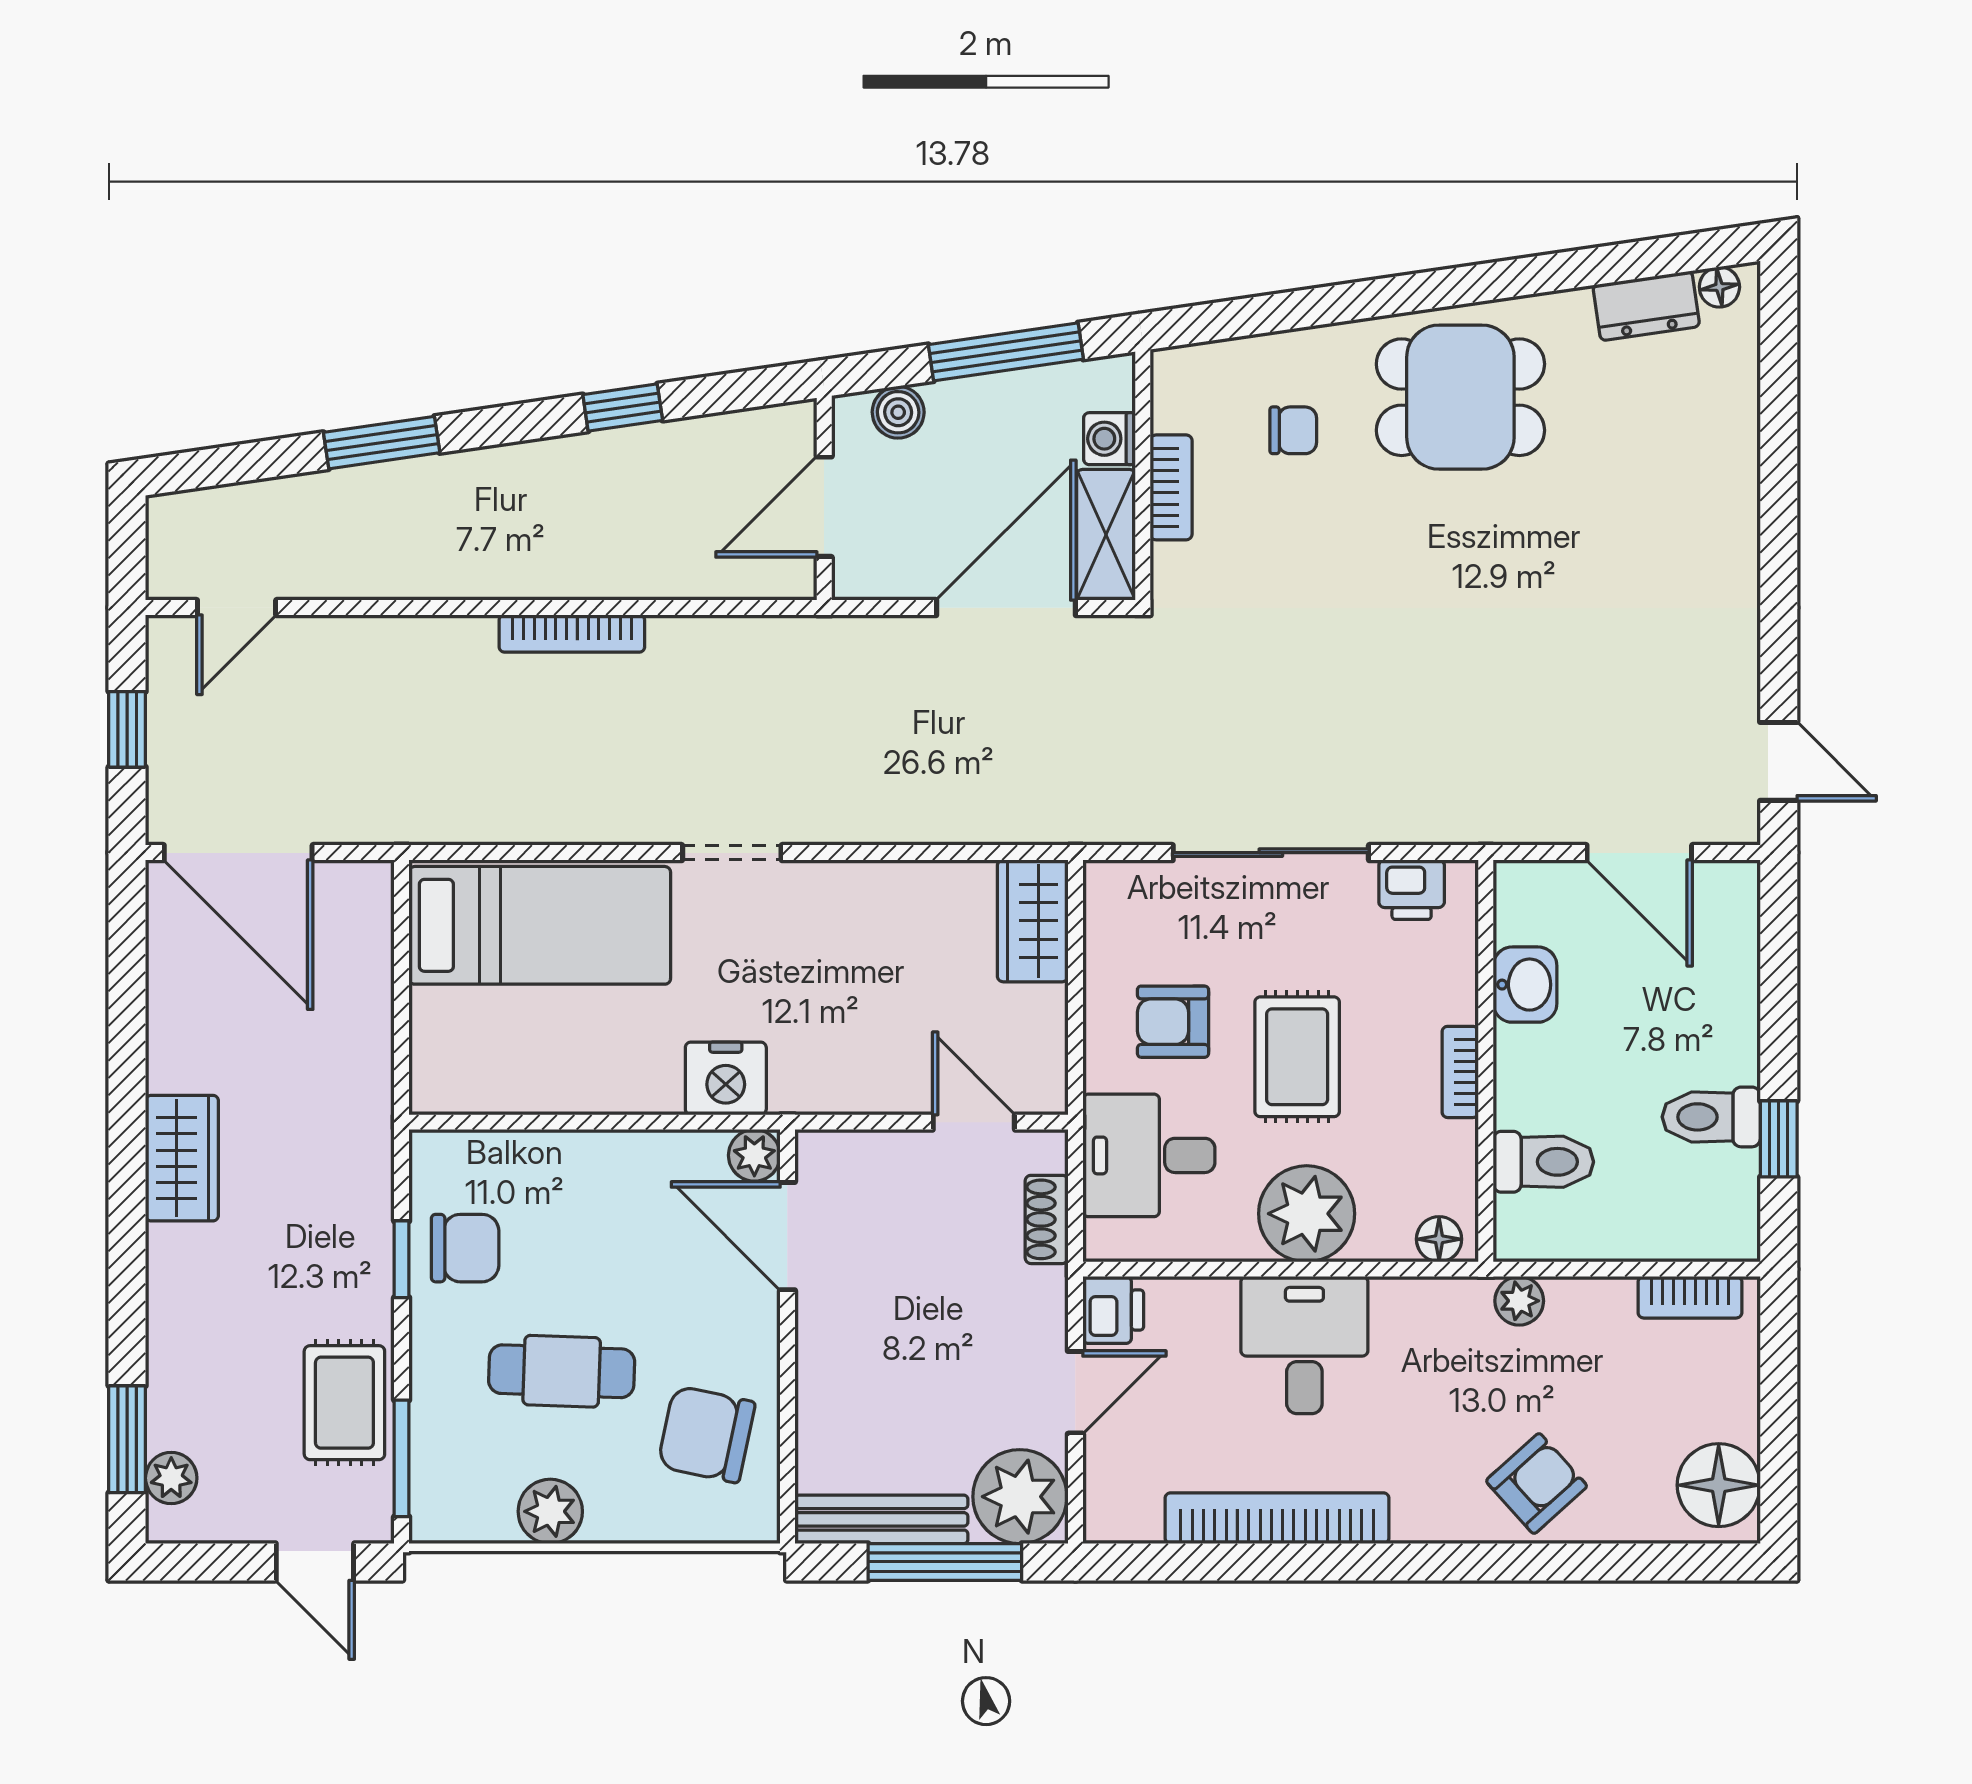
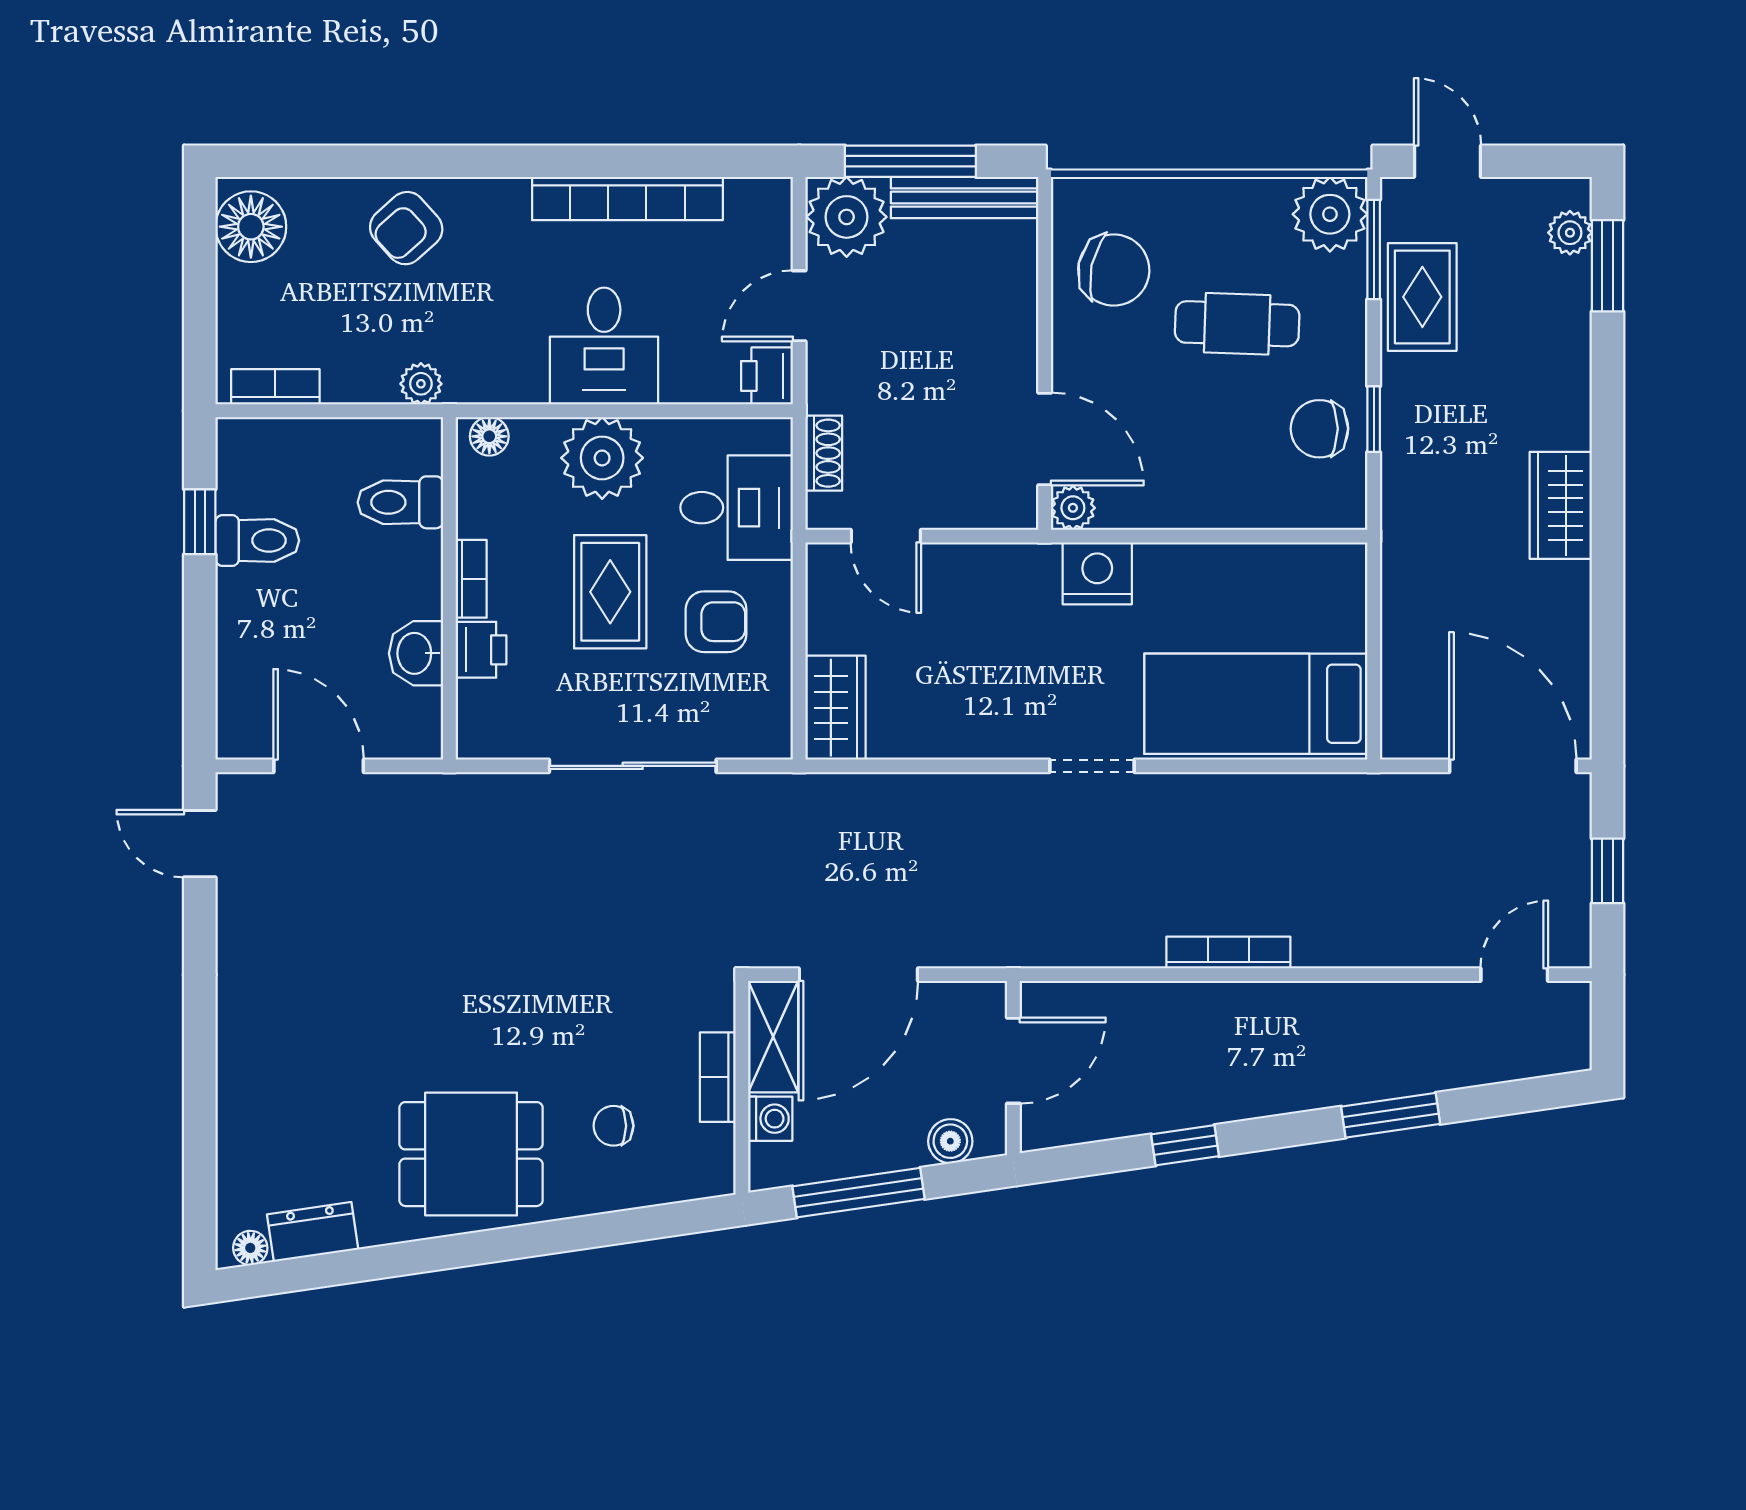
printer: (1412, 890) -> (481, 650), moved, turned 90
plant: (550, 1511) -> (1330, 214), moved, width x1.36, depth x1.36

